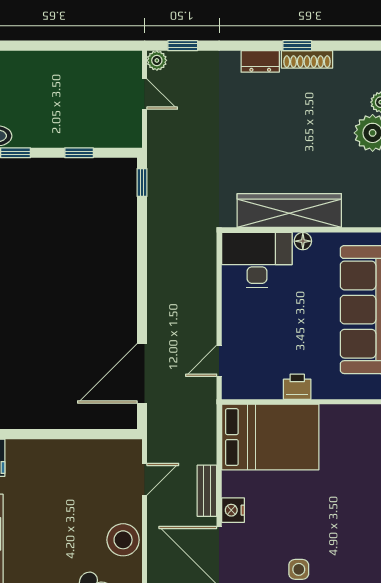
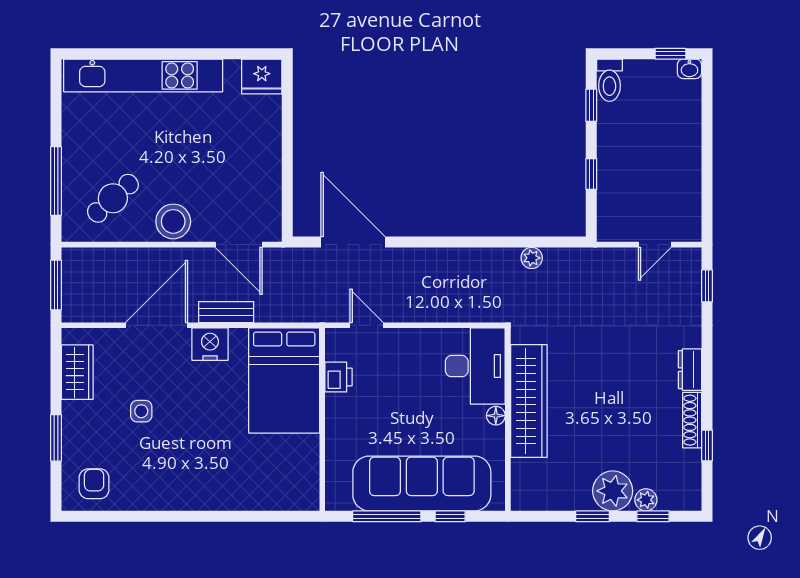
window: (297, 46) -> (707, 446), moved
plant: (157, 60) -> (532, 258), moved
window: (142, 183) -> (559, 242), removed
printer: (297, 387) -> (339, 377), moved
door: (145, 479) -> (239, 245), width x1.38
nightstand: (233, 510) -> (210, 344), width x1.36, depth x1.33

